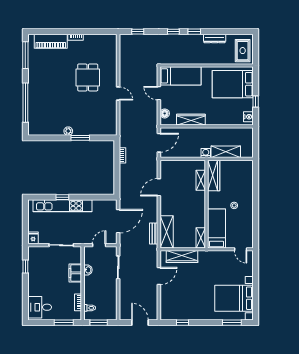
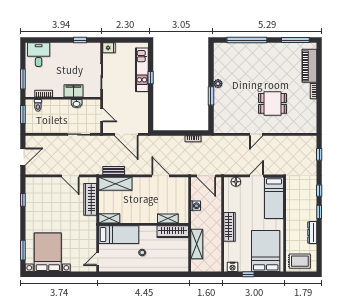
wardrobe: (191, 120) -> (229, 227), moved
washing machine: (206, 153) -> (196, 206), moved
kitchen unit: (62, 206) -> (142, 70), width x0.73

